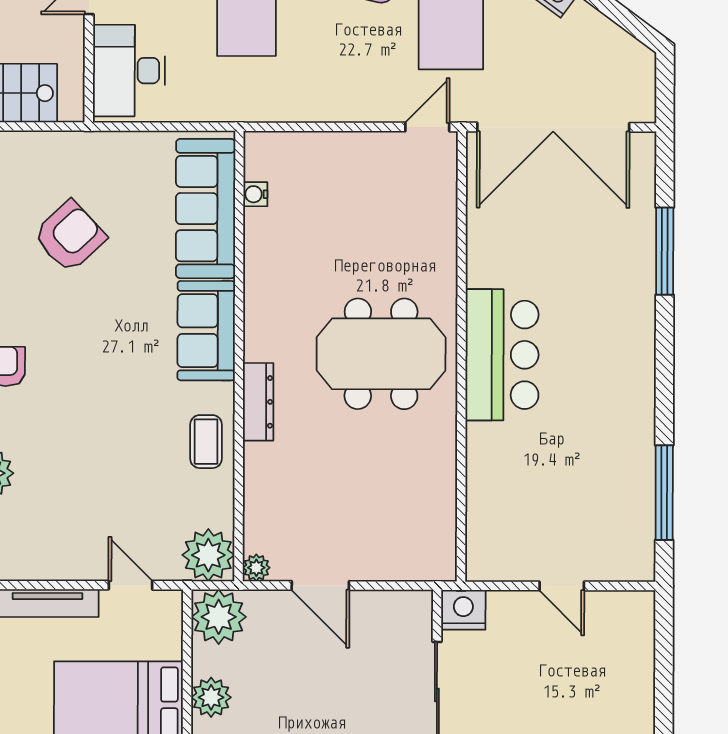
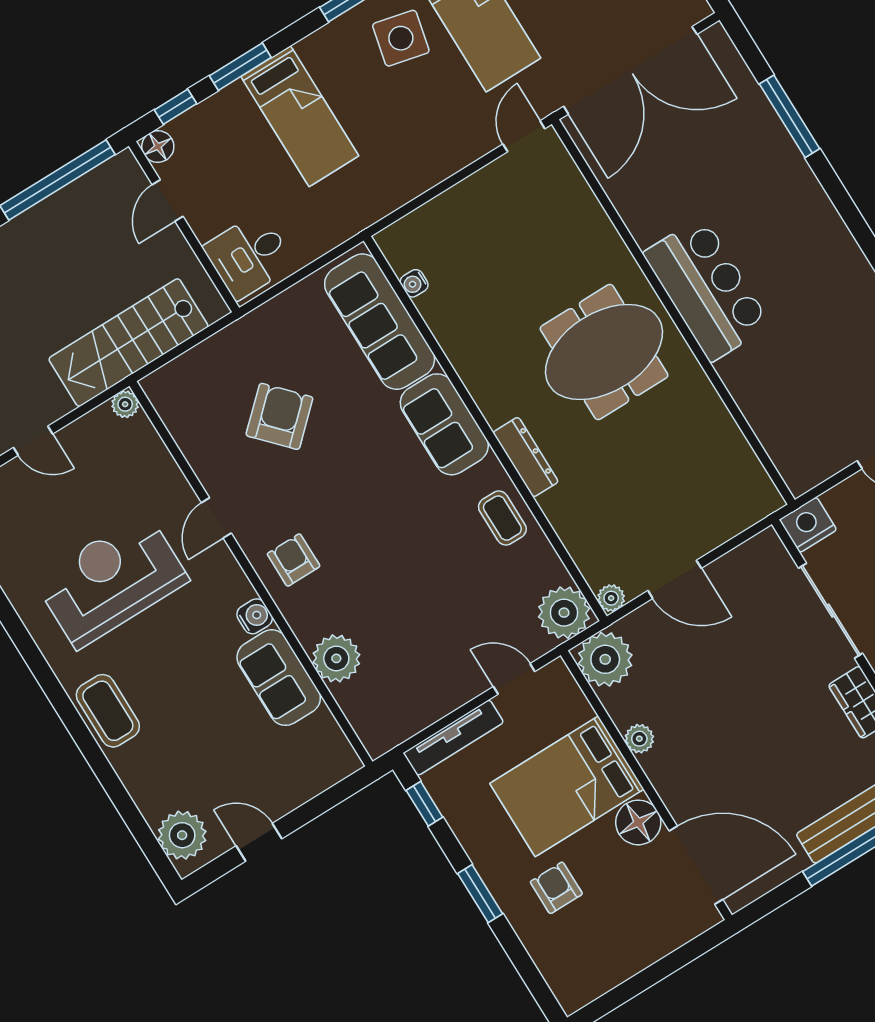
desk: (129, 71) -> (249, 256), width x0.73
plant: (211, 697) -> (639, 739), width x0.73, depth x0.73

